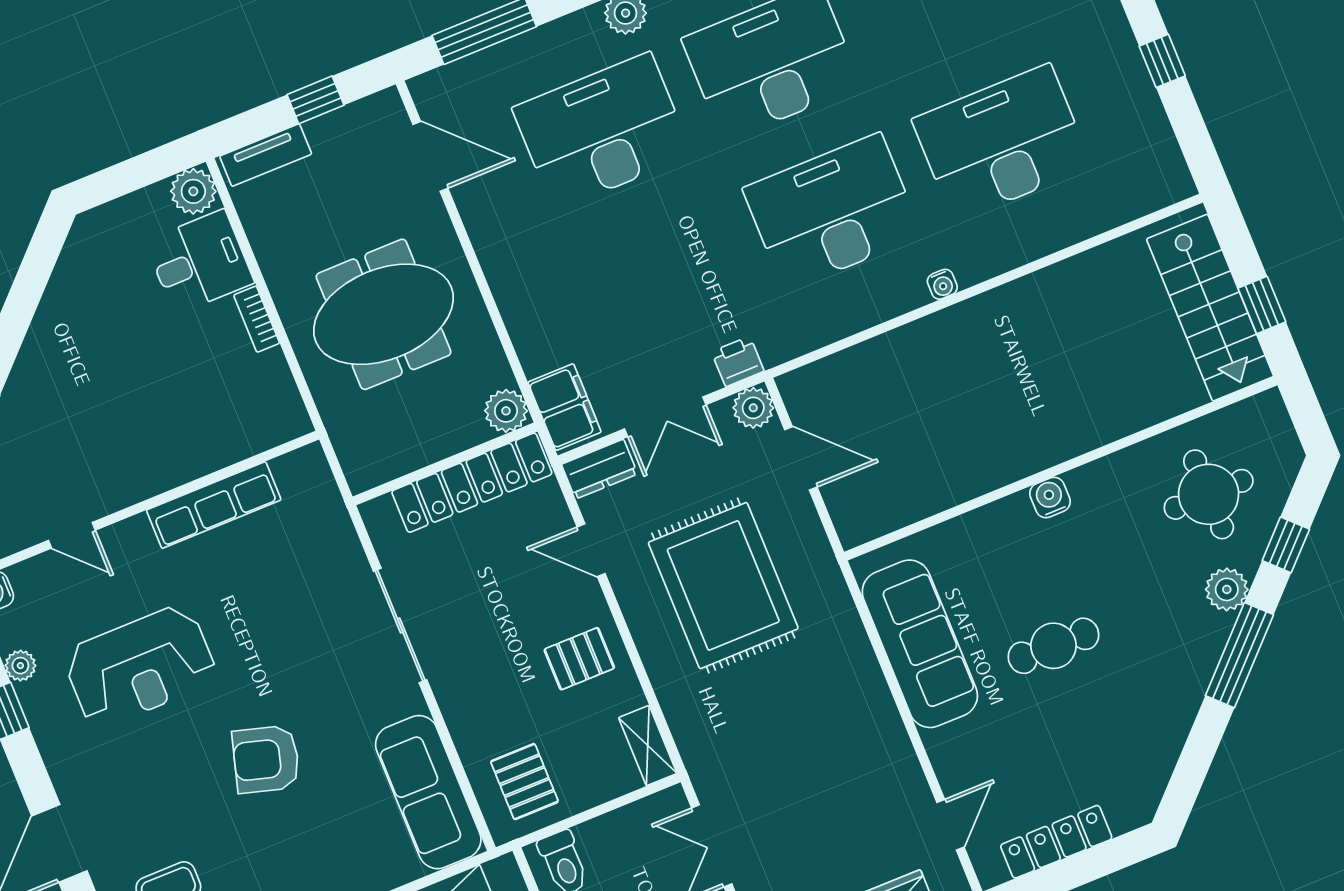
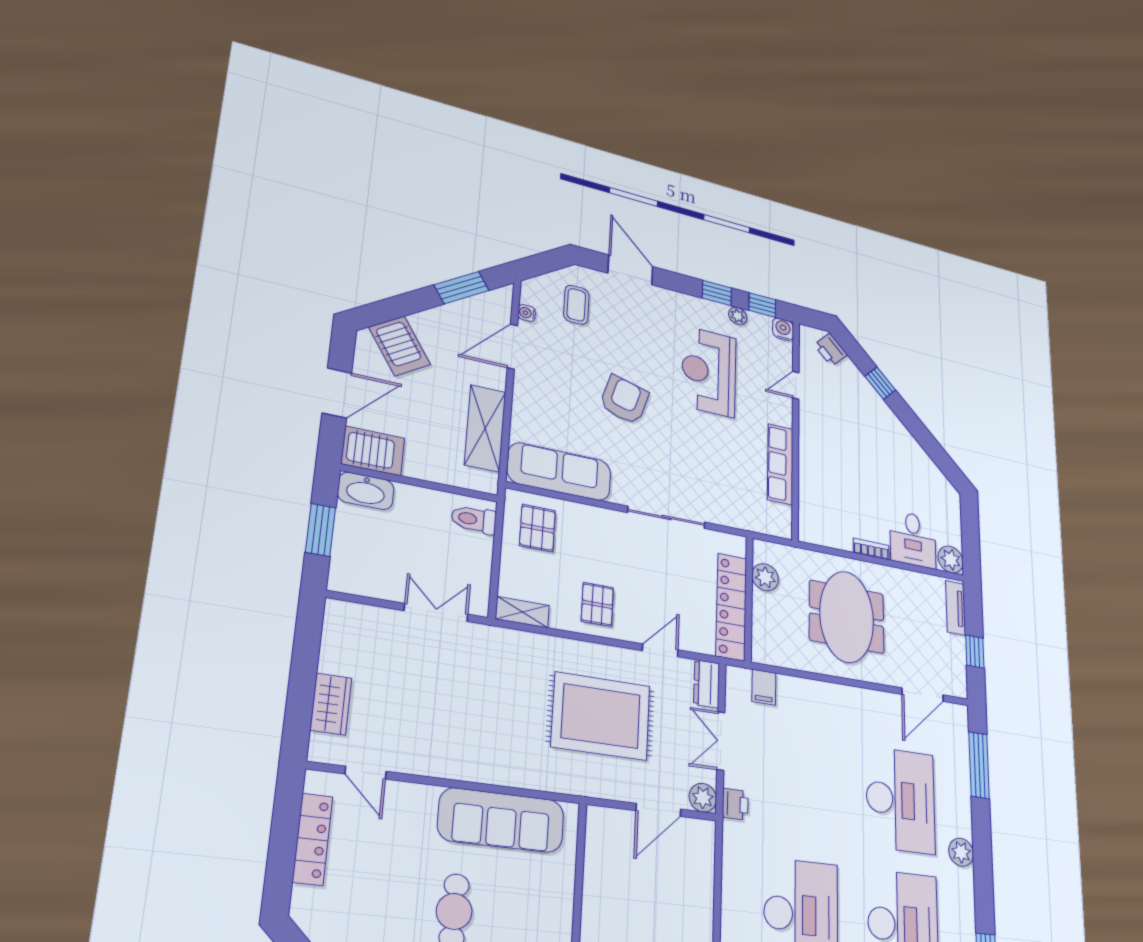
filing cabinet: (565, 407) -> (764, 687), width x0.50
plant: (506, 411) -> (765, 577), moved
pallet: (524, 782) -> (537, 528), turned 90

